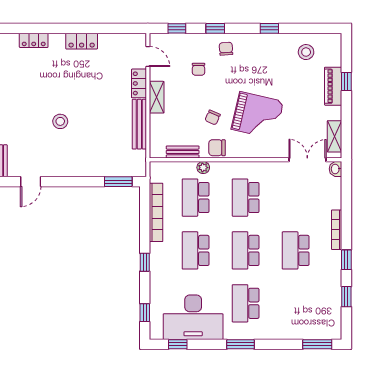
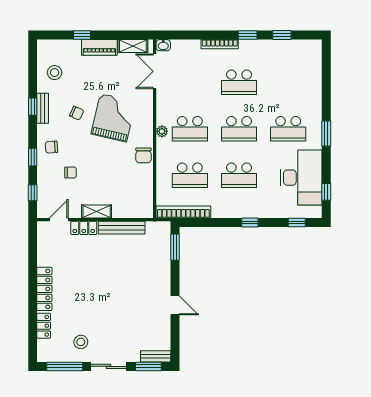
locker: (82, 41) -> (44, 289), width x1.53
piano: (333, 86) -> (99, 47), moved
chair: (213, 117) -> (77, 113), moved
stool: (60, 121) -> (81, 342), moved
bench: (183, 152) -> (43, 108), moved
plant: (203, 168) -> (162, 131), moved
door: (31, 182) -> (175, 305), moved
bookcase: (156, 212) -> (183, 212), moved
window: (317, 344) -> (326, 62), removed

